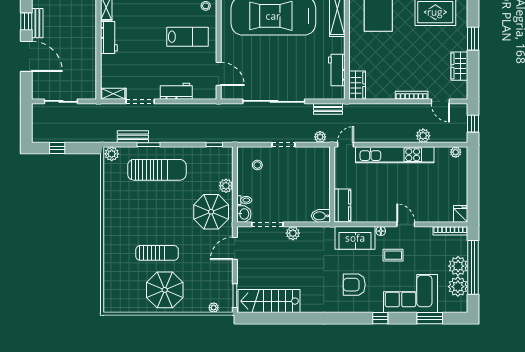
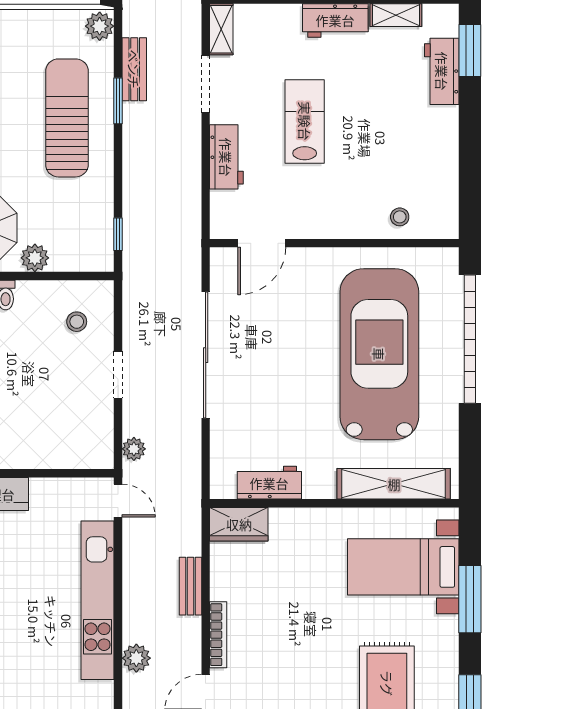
lab bench: (188, 37) -> (305, 121), moved, turned 180
bench: (328, 109) -> (190, 586), moved
sun lounger: (157, 170) -> (67, 118), turned 180

